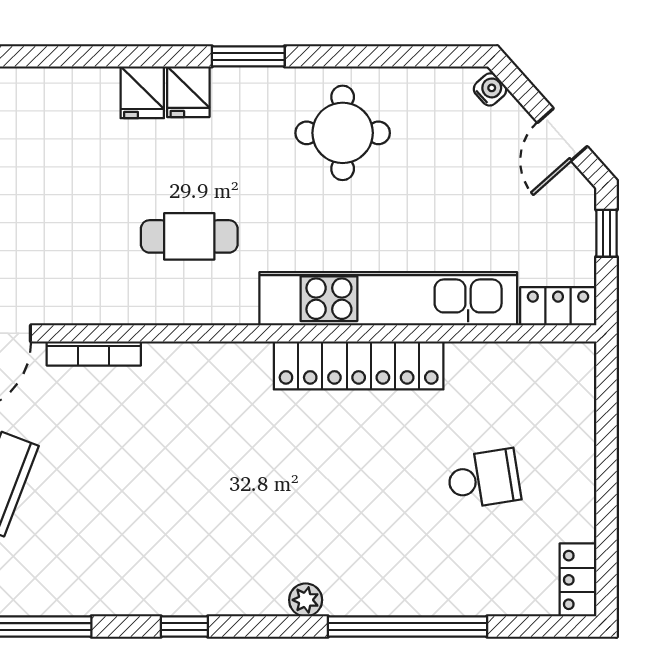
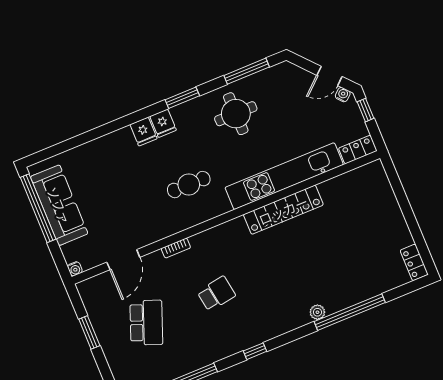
window: (400, 56) -> (247, 71), added
water cooler: (490, 89) -> (343, 95), moved
door: (562, 135) -> (329, 76), hinge flipped
bookcase: (94, 354) -> (176, 248), width x0.64
school desk: (484, 479) -> (216, 294), moved
plant: (306, 600) -> (317, 312), moved

